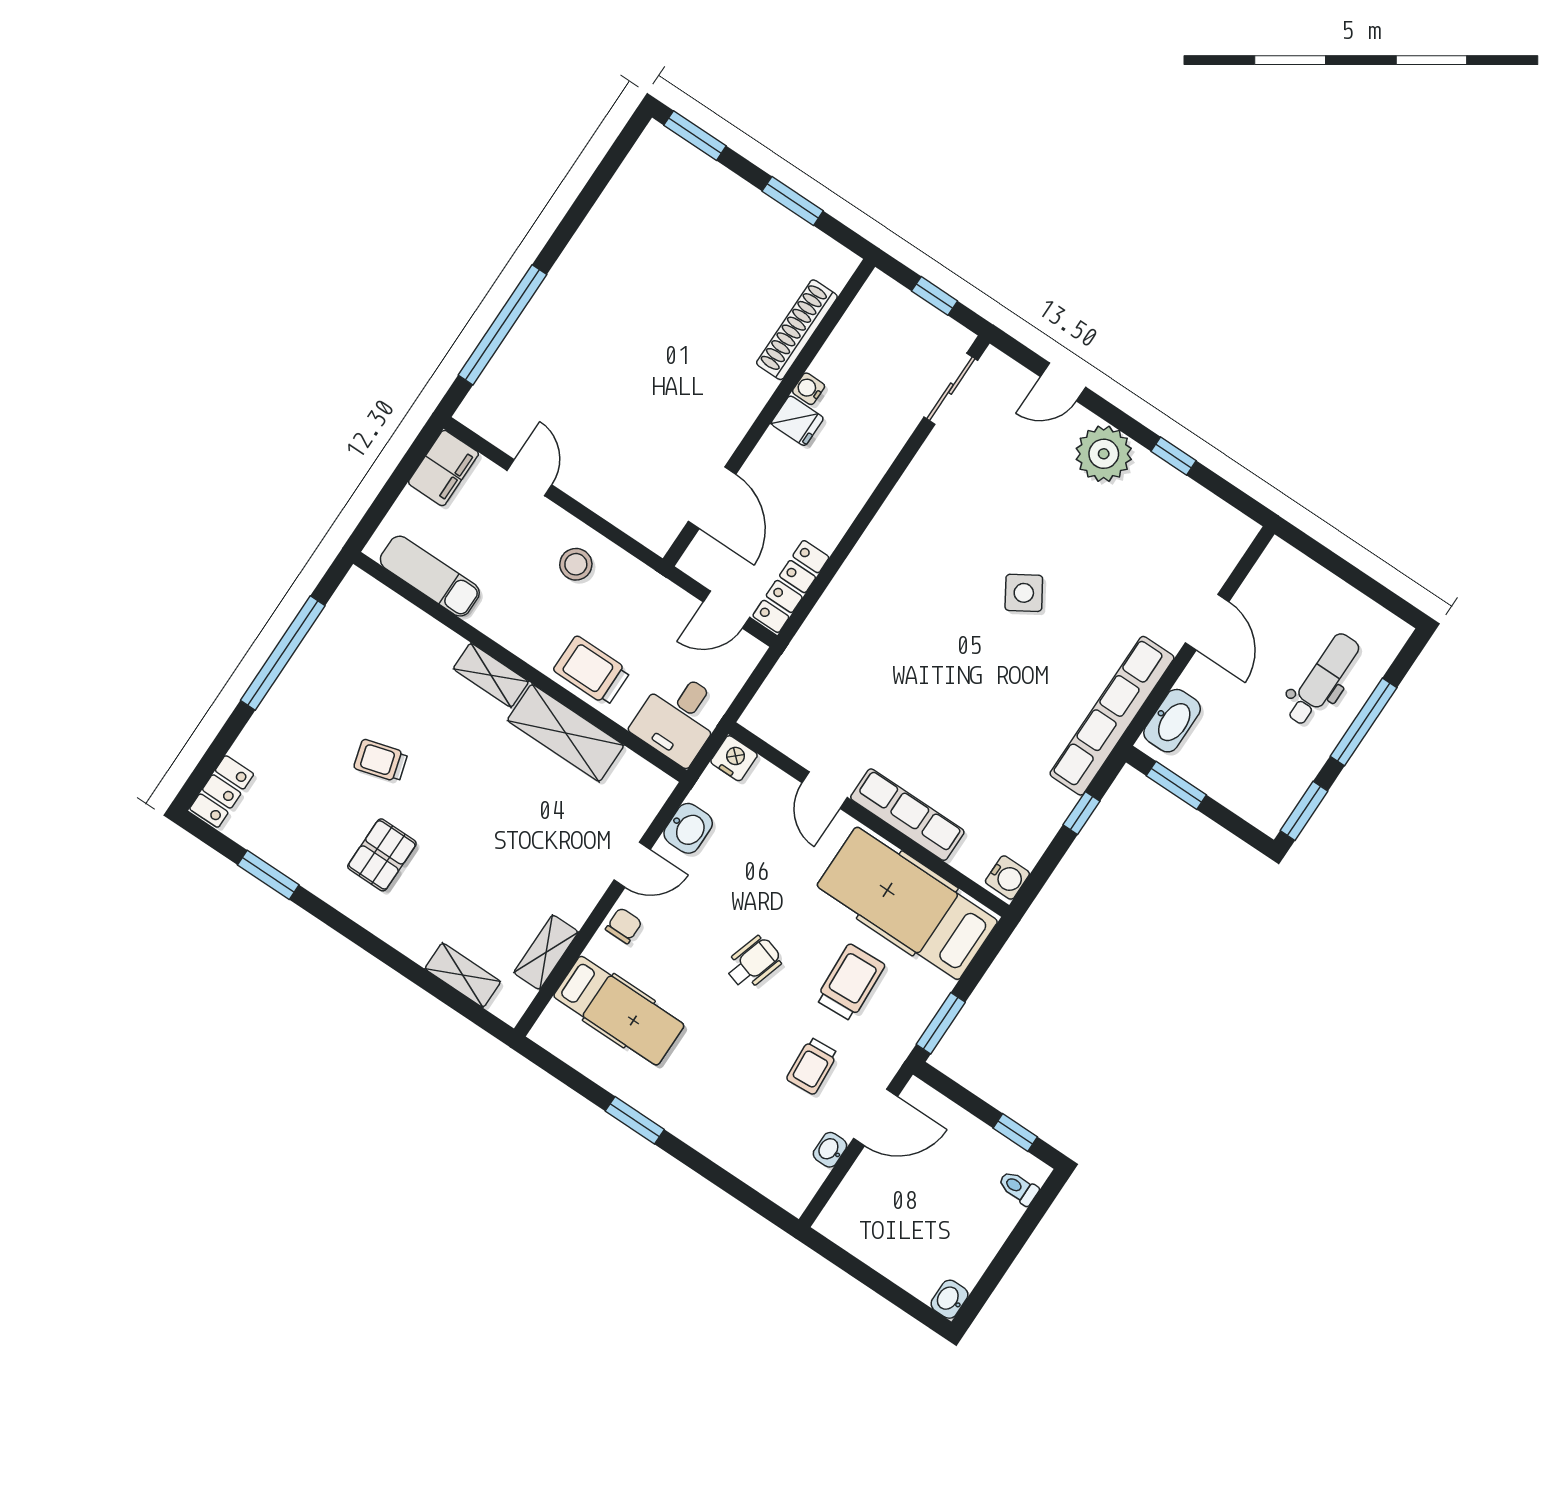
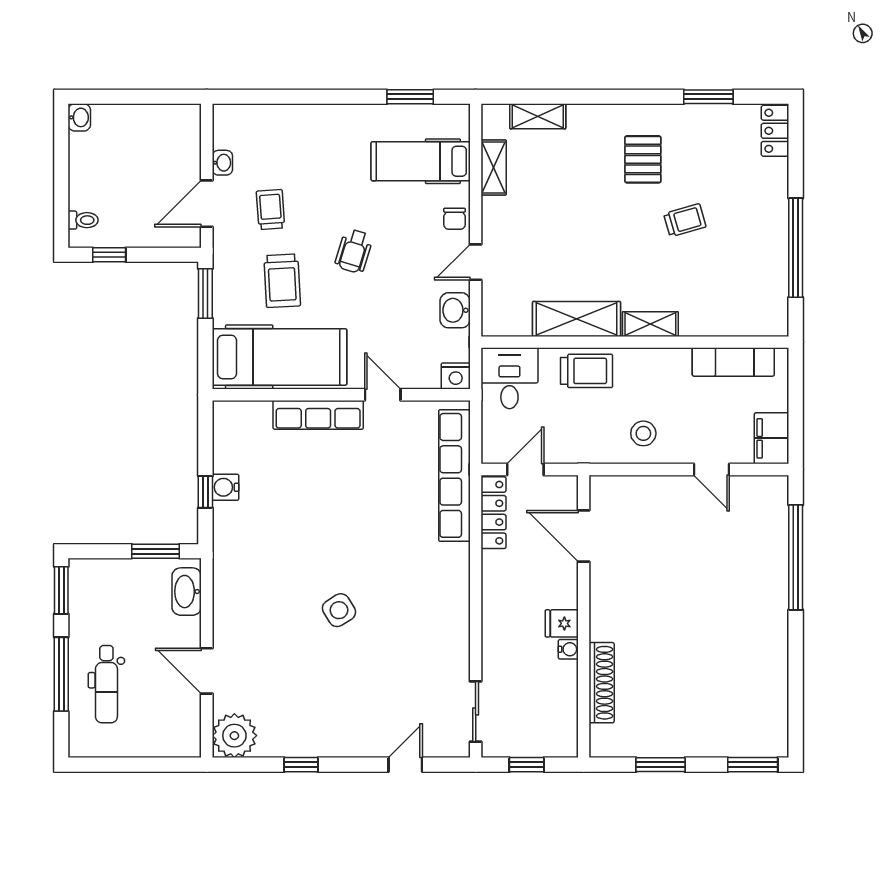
plant: (1104, 454) -> (234, 736), moved
row of seats: (1112, 716) -> (454, 475), moved, turned 180
water cooler: (1007, 878) -> (225, 487), moved
window: (635, 1120) -> (410, 97), moved

